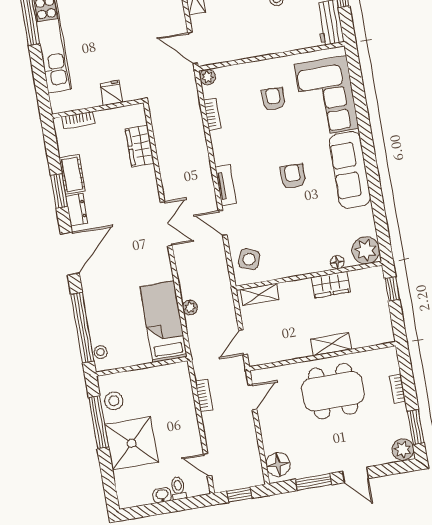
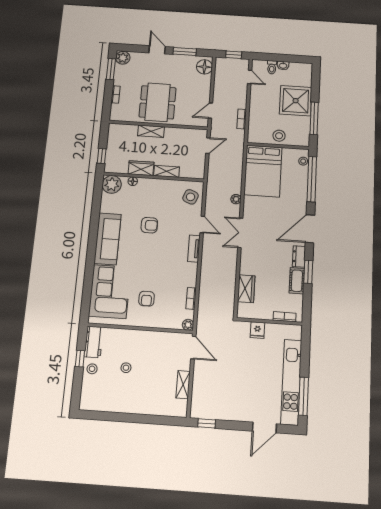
armchair: (293, 176) -> (149, 225), moved, turned -90
shelving: (260, 294) -> (167, 171), moved
plant: (190, 308) -> (236, 199), moved
bed: (164, 322) -> (263, 171), width x1.50
dining table: (333, 391) -> (158, 102), turned 90
stool: (114, 401) -> (279, 136), moved

